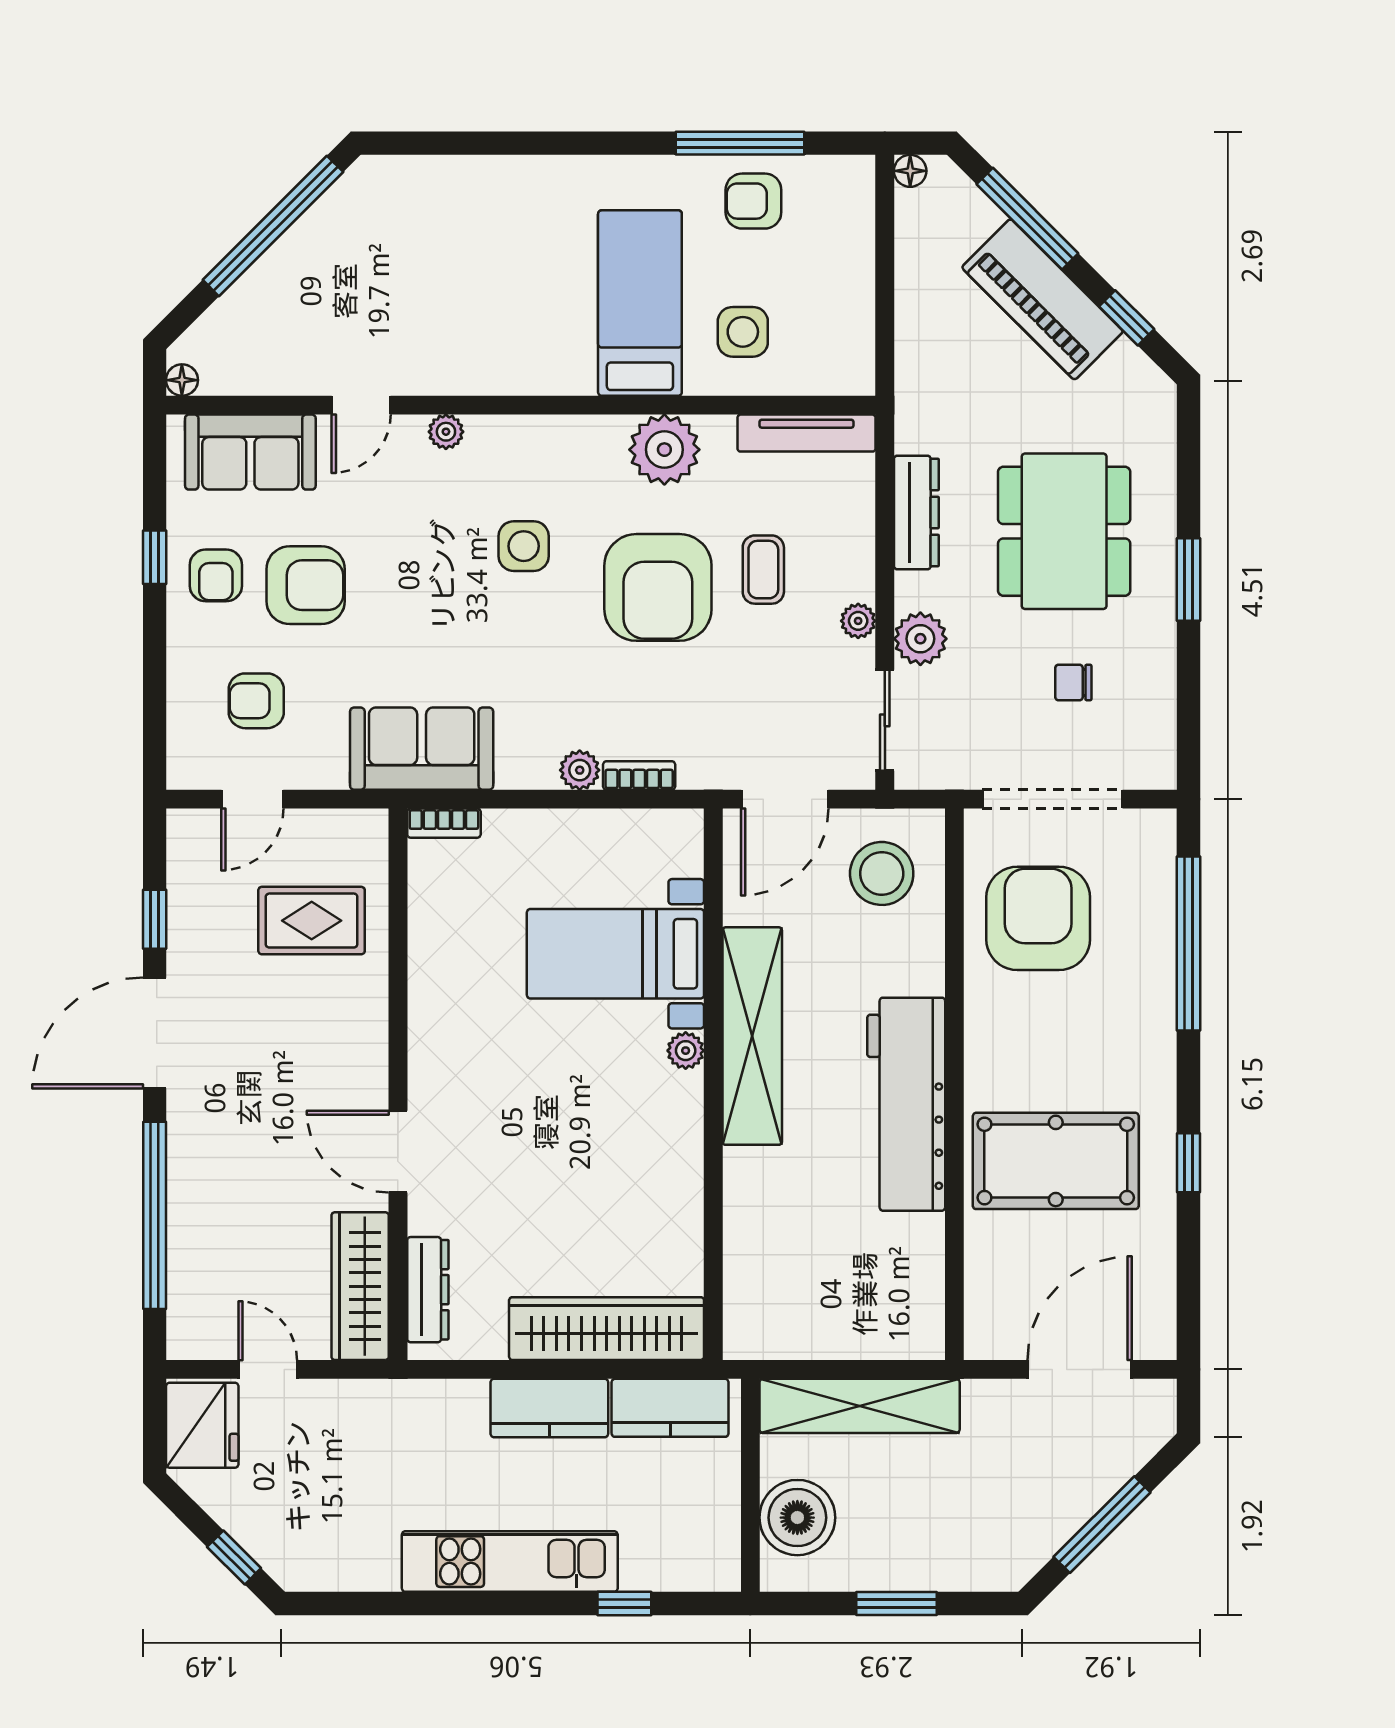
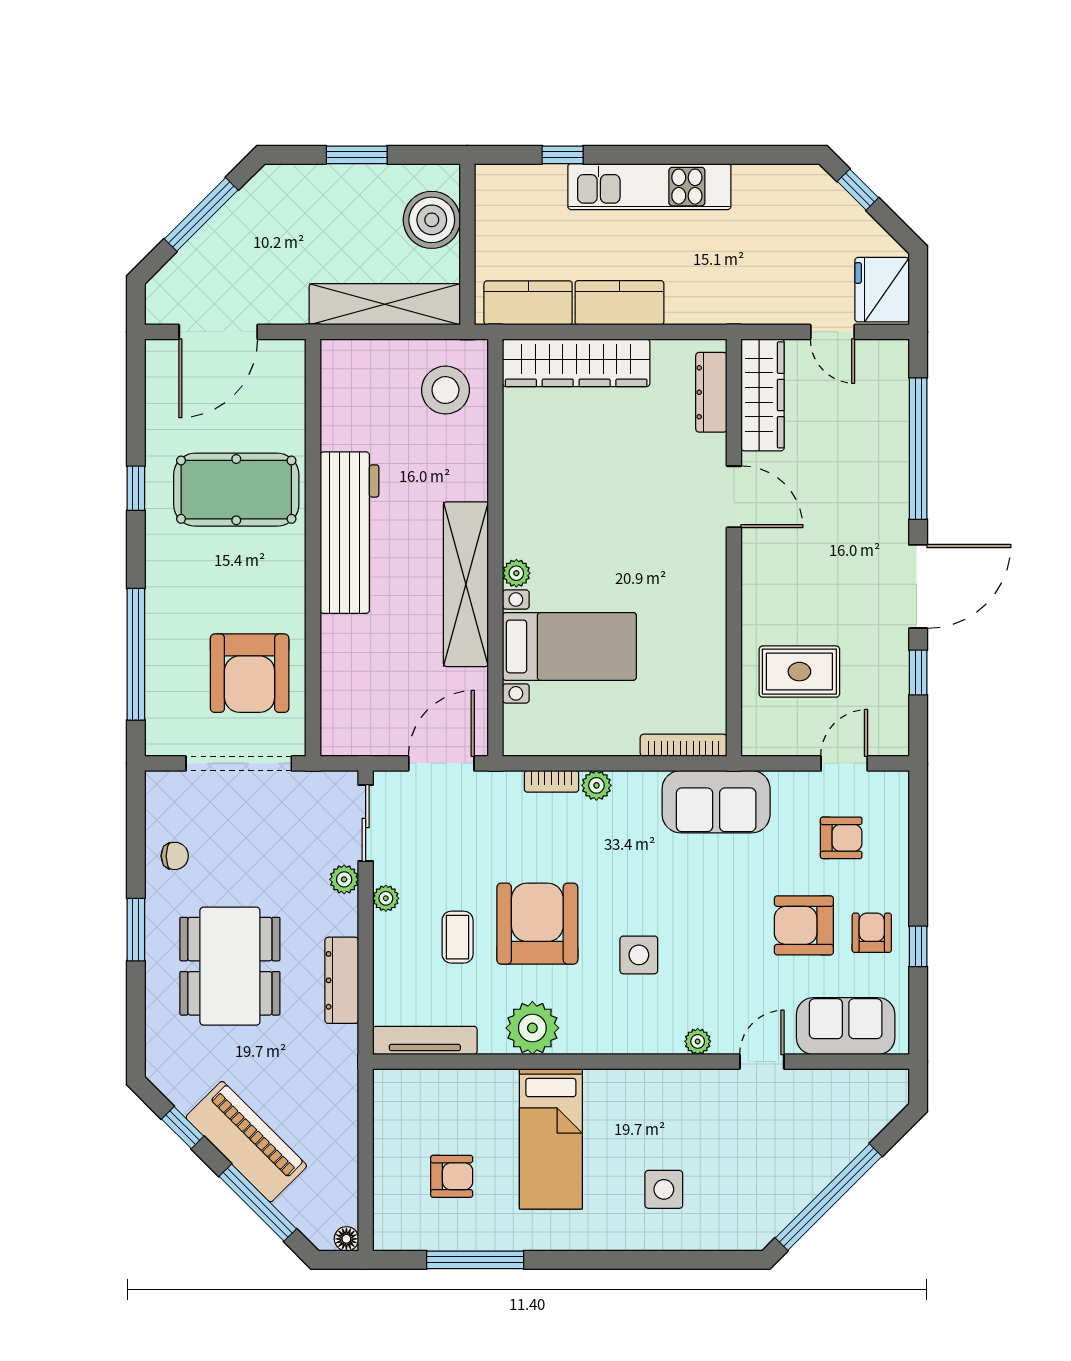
armchair: (753, 201) -> (452, 1176), moved
side table: (743, 332) -> (664, 1189), moved
floor lamp: (182, 380) -> (897, 1081), removed
plant: (920, 639) -> (344, 879), width x0.73, depth x0.73
chair: (1073, 682) -> (175, 856), moved
bookcase: (444, 823) -> (684, 745), width x1.56
stool: (882, 873) -> (445, 390), moved

